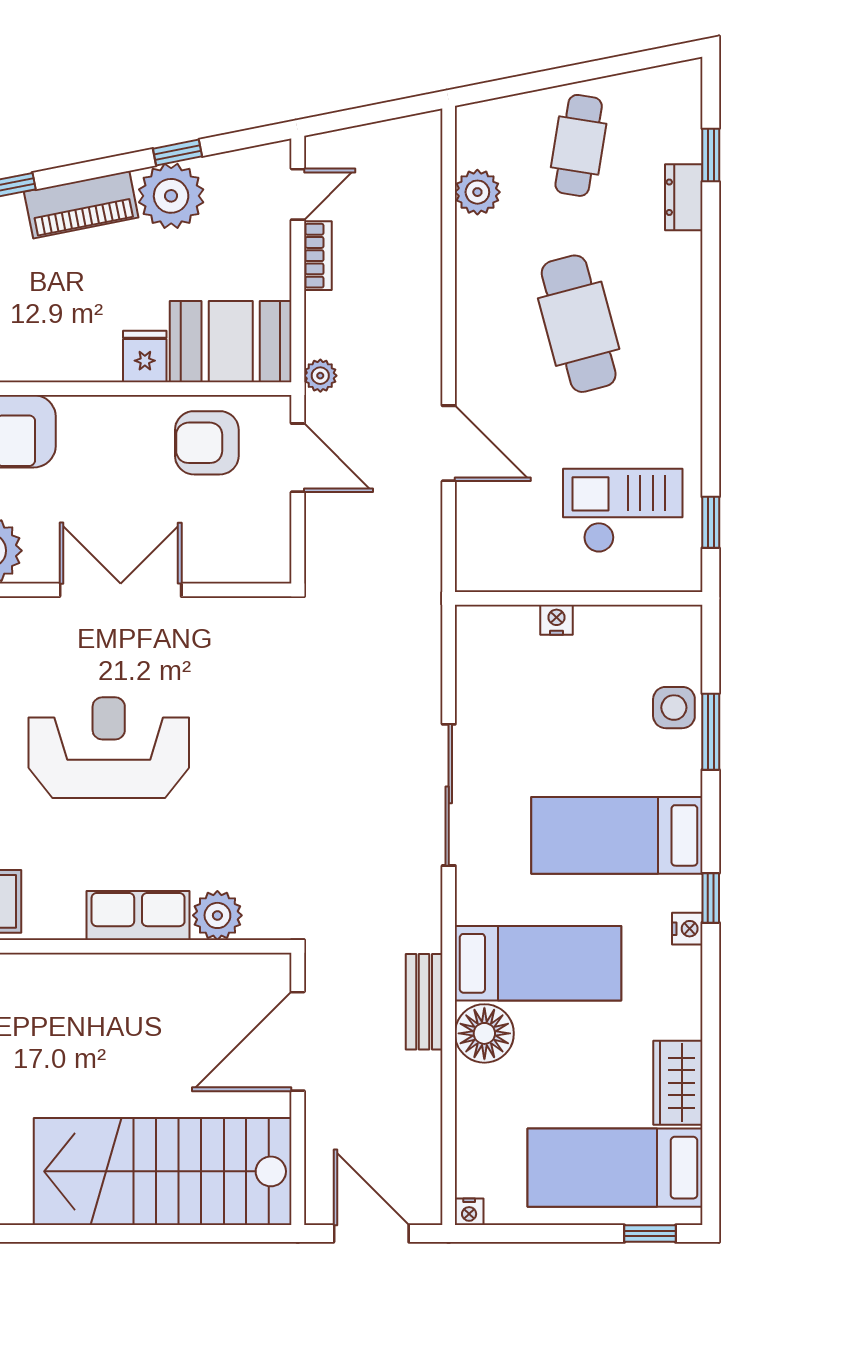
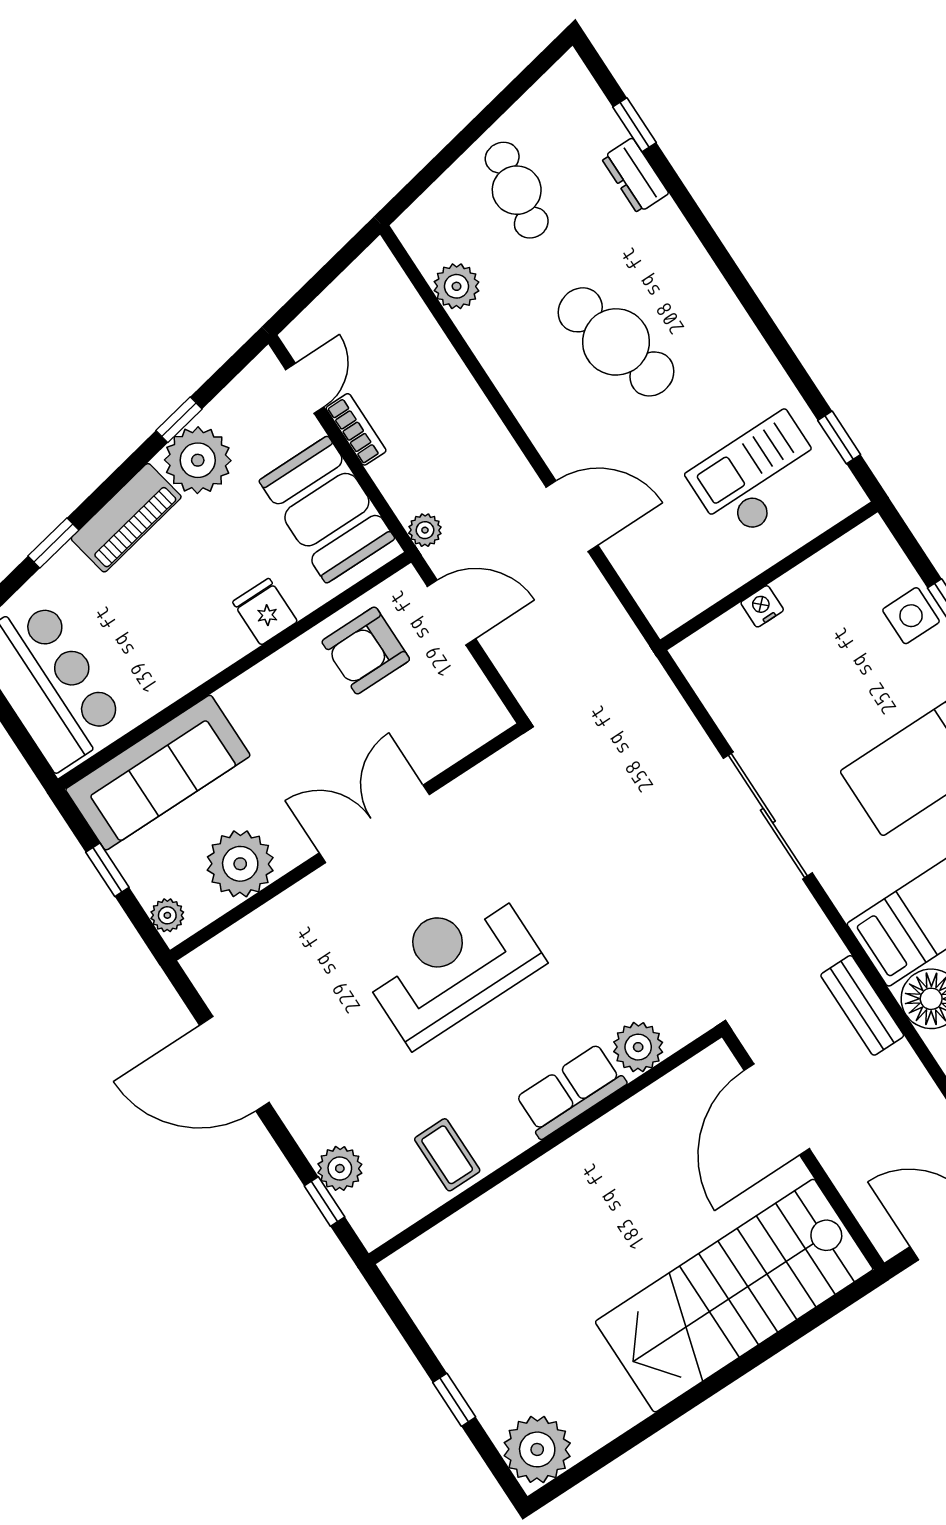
booth: (231, 342) -> (327, 510), moved, turned 90

